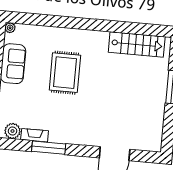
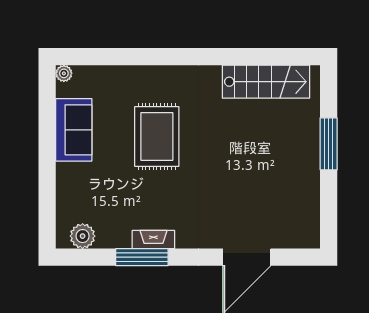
fireplace: (35, 135) -> (153, 240), moved

